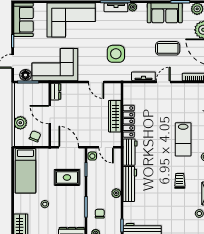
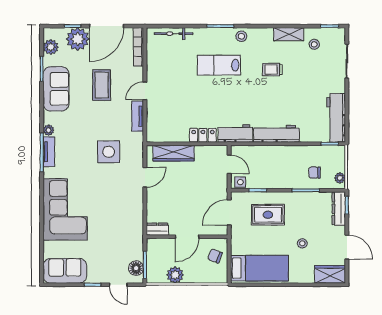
corner sofa: (55, 65) -> (123, 230), removed
door: (163, 82) -> (145, 91), hinge flipped
wardrobe: (115, 116) -> (174, 153), moved
locker: (129, 121) -> (203, 135), width x0.66
plant: (20, 123) -> (175, 275), moved
lab bench: (183, 139) -> (219, 65), turned 180
door: (106, 147) -> (229, 164), hinge flipped
rug: (67, 177) -> (268, 215), turned 90
plant: (116, 193) -> (288, 151), removed

